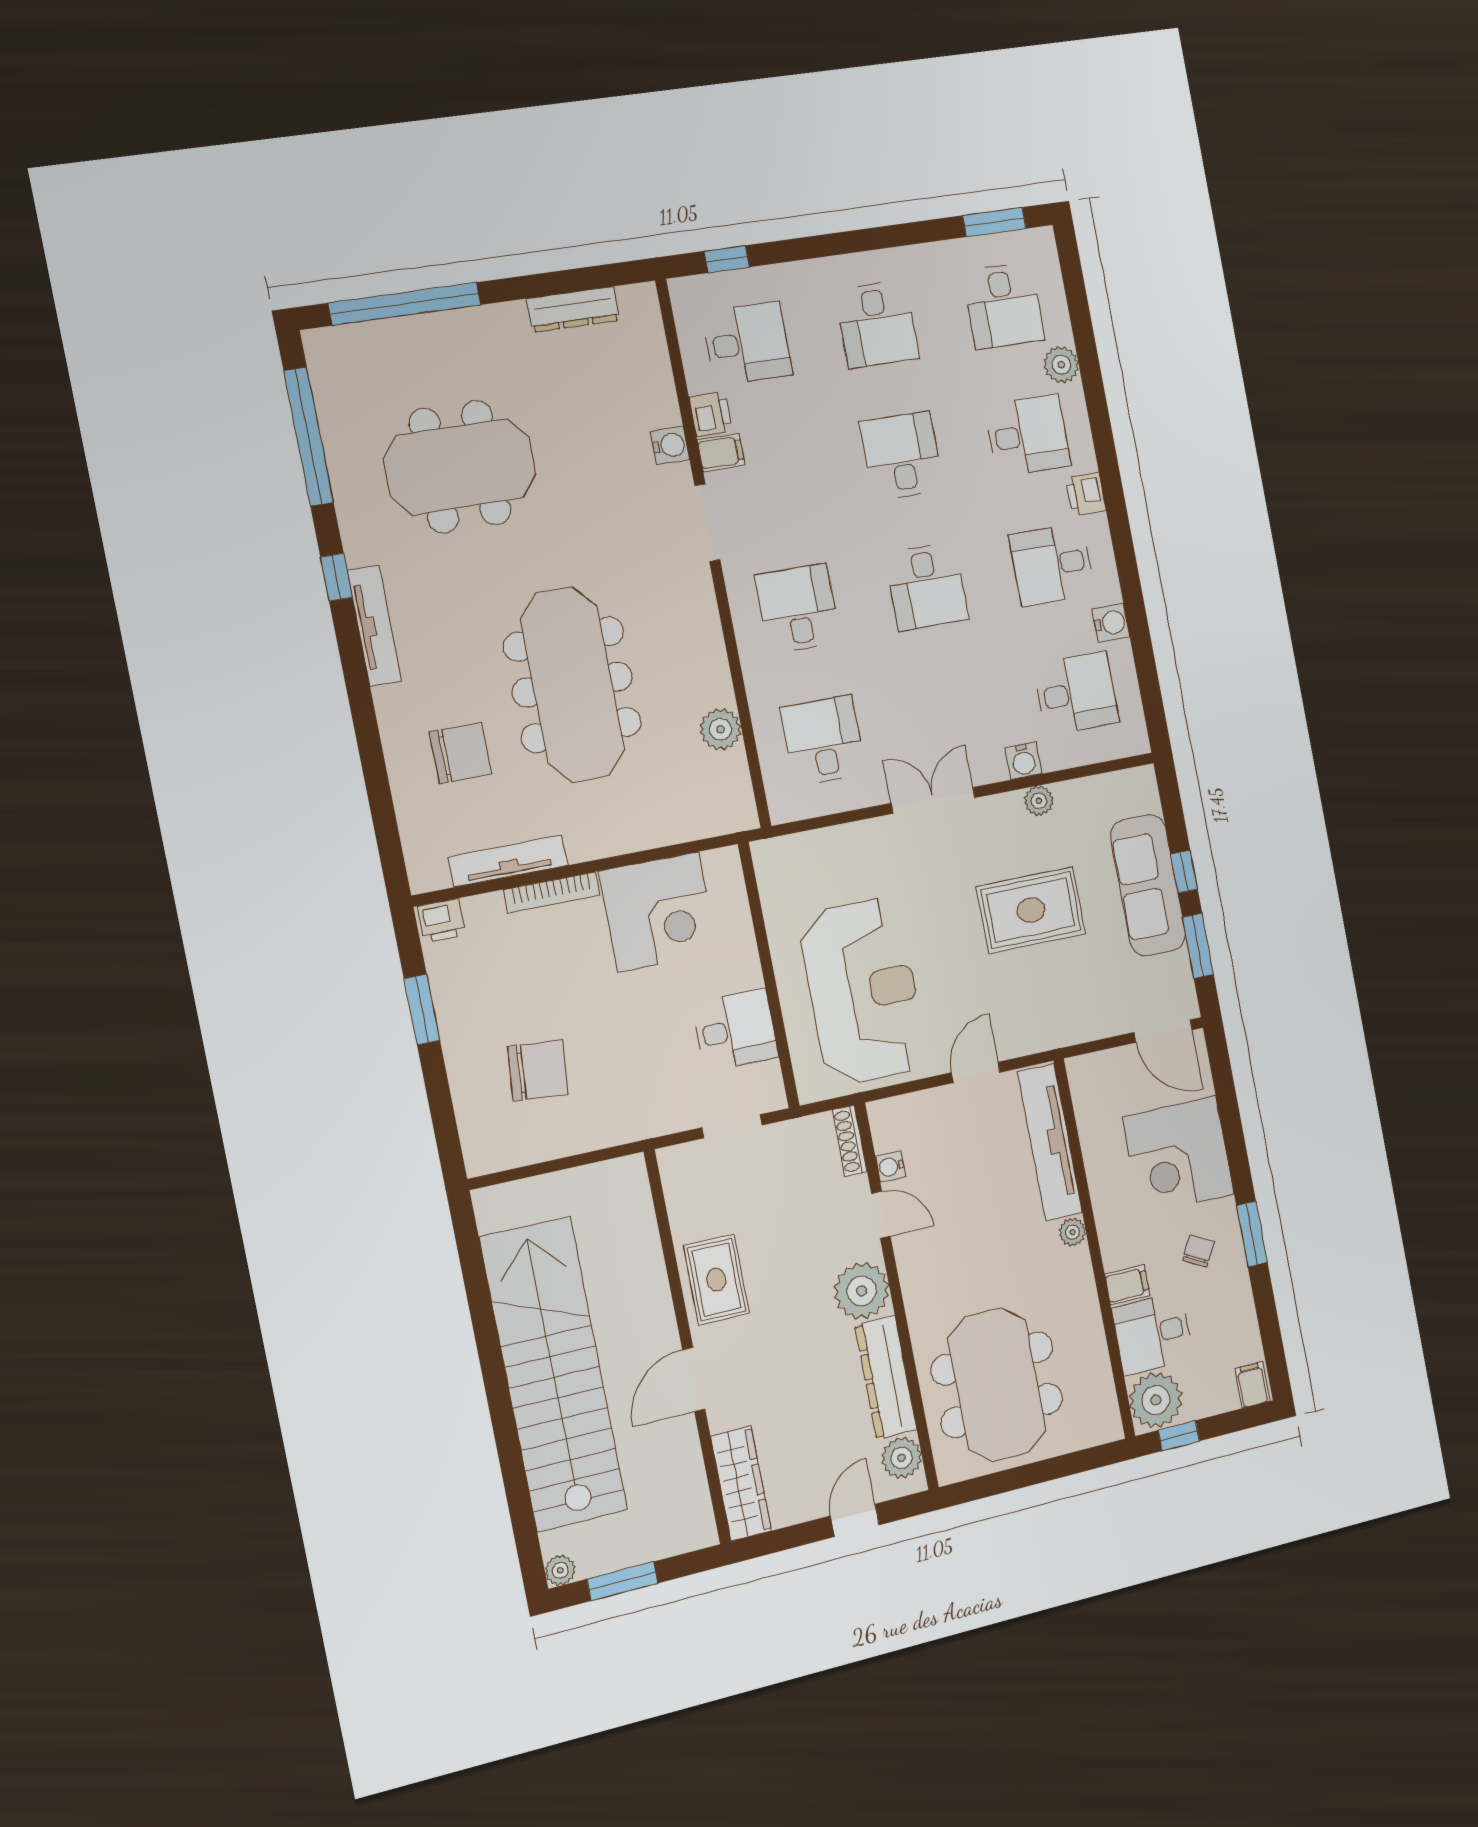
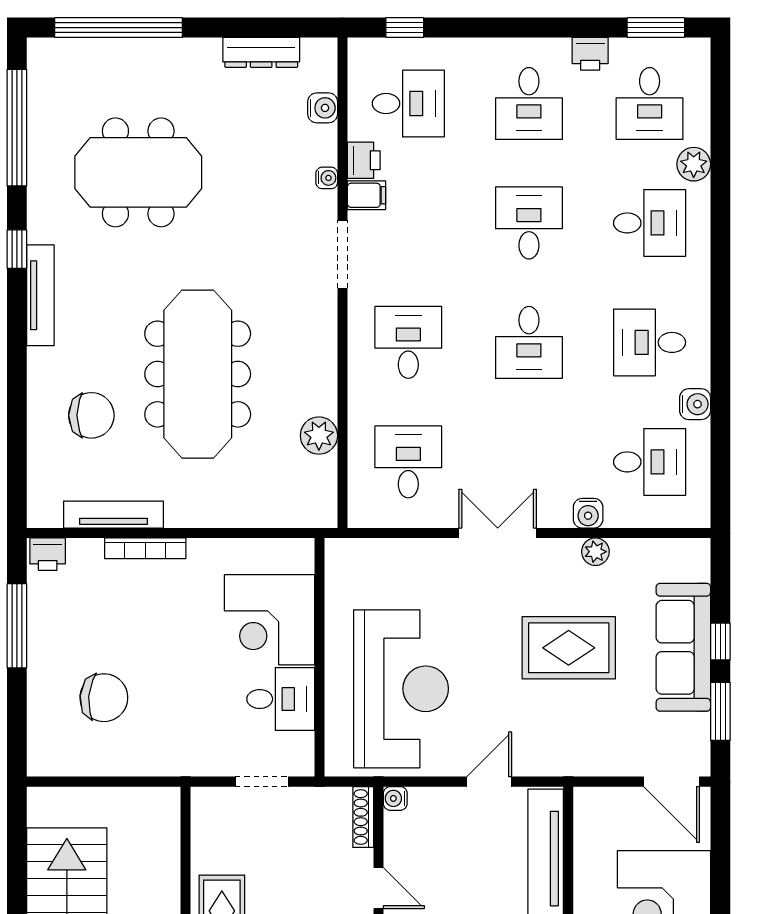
water cooler: (654, 362) -> (323, 108), added
water cooler: (670, 445) -> (327, 178), width x0.72, depth x0.72
printer: (1086, 494) -> (590, 54), moved, turned -90
corner desk: (658, 912) -> (269, 620), moved, turned 90
window: (422, 1010) -> (17, 626), width x1.44
water cooler: (890, 1167) -> (395, 798), moved

